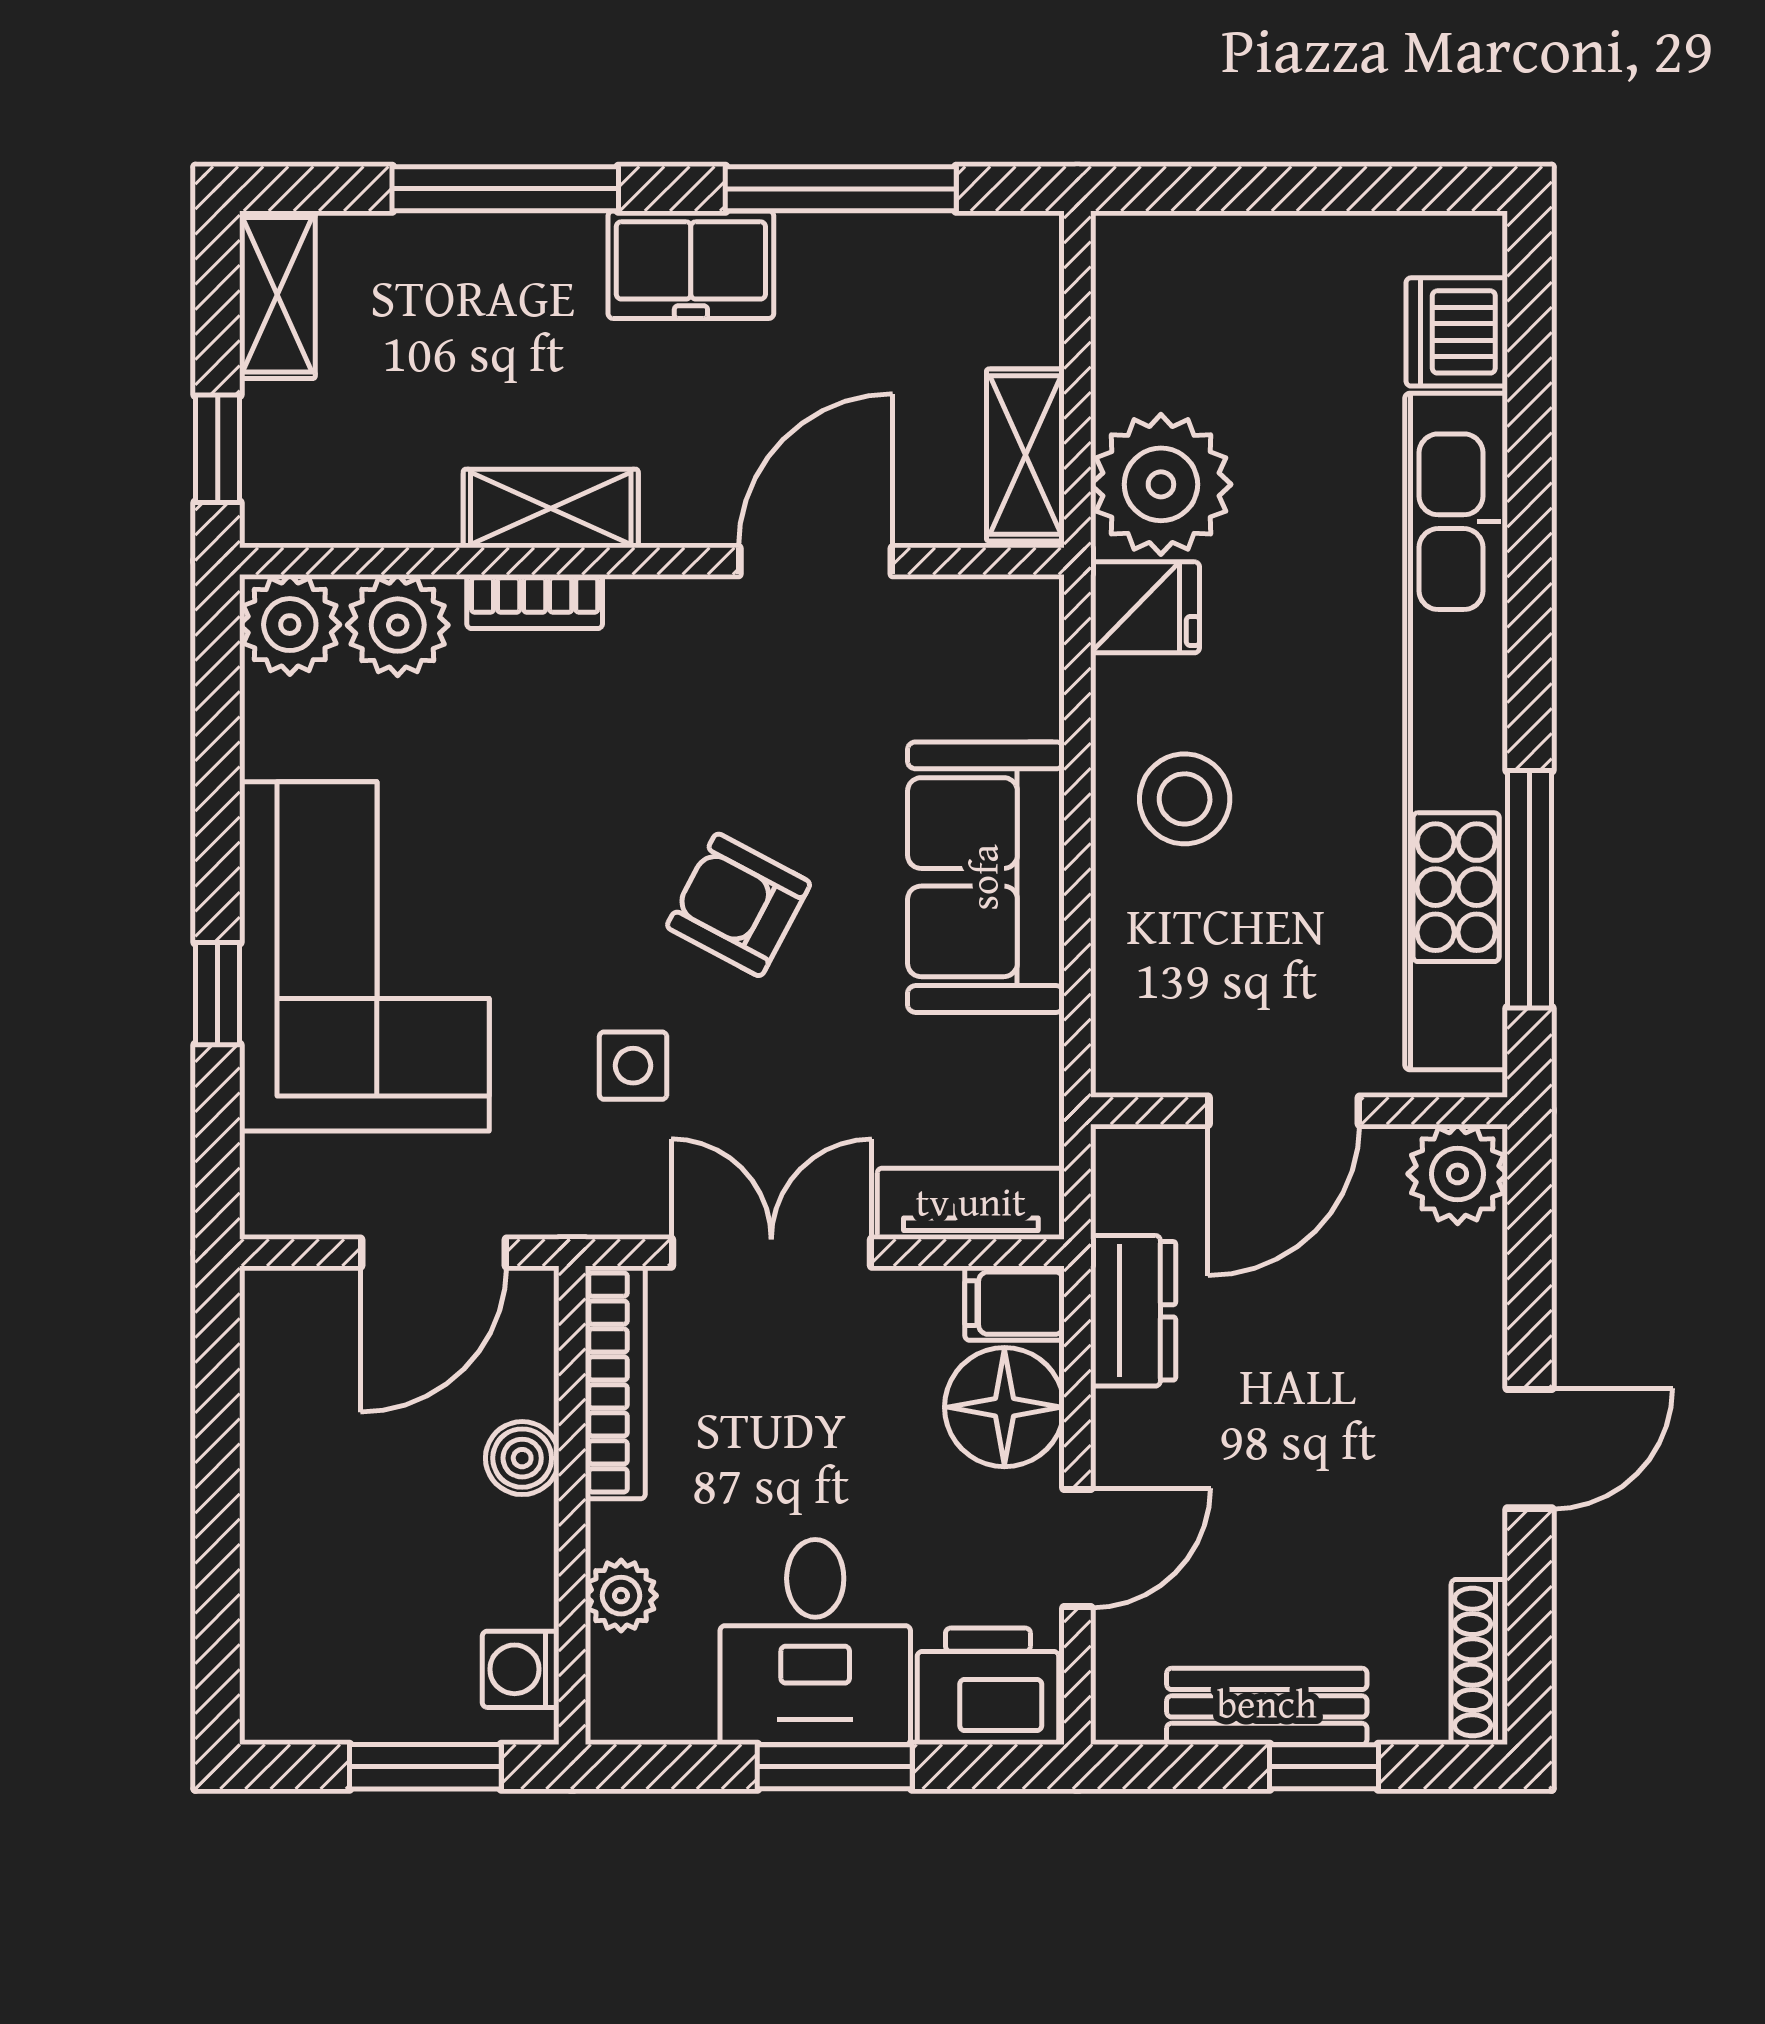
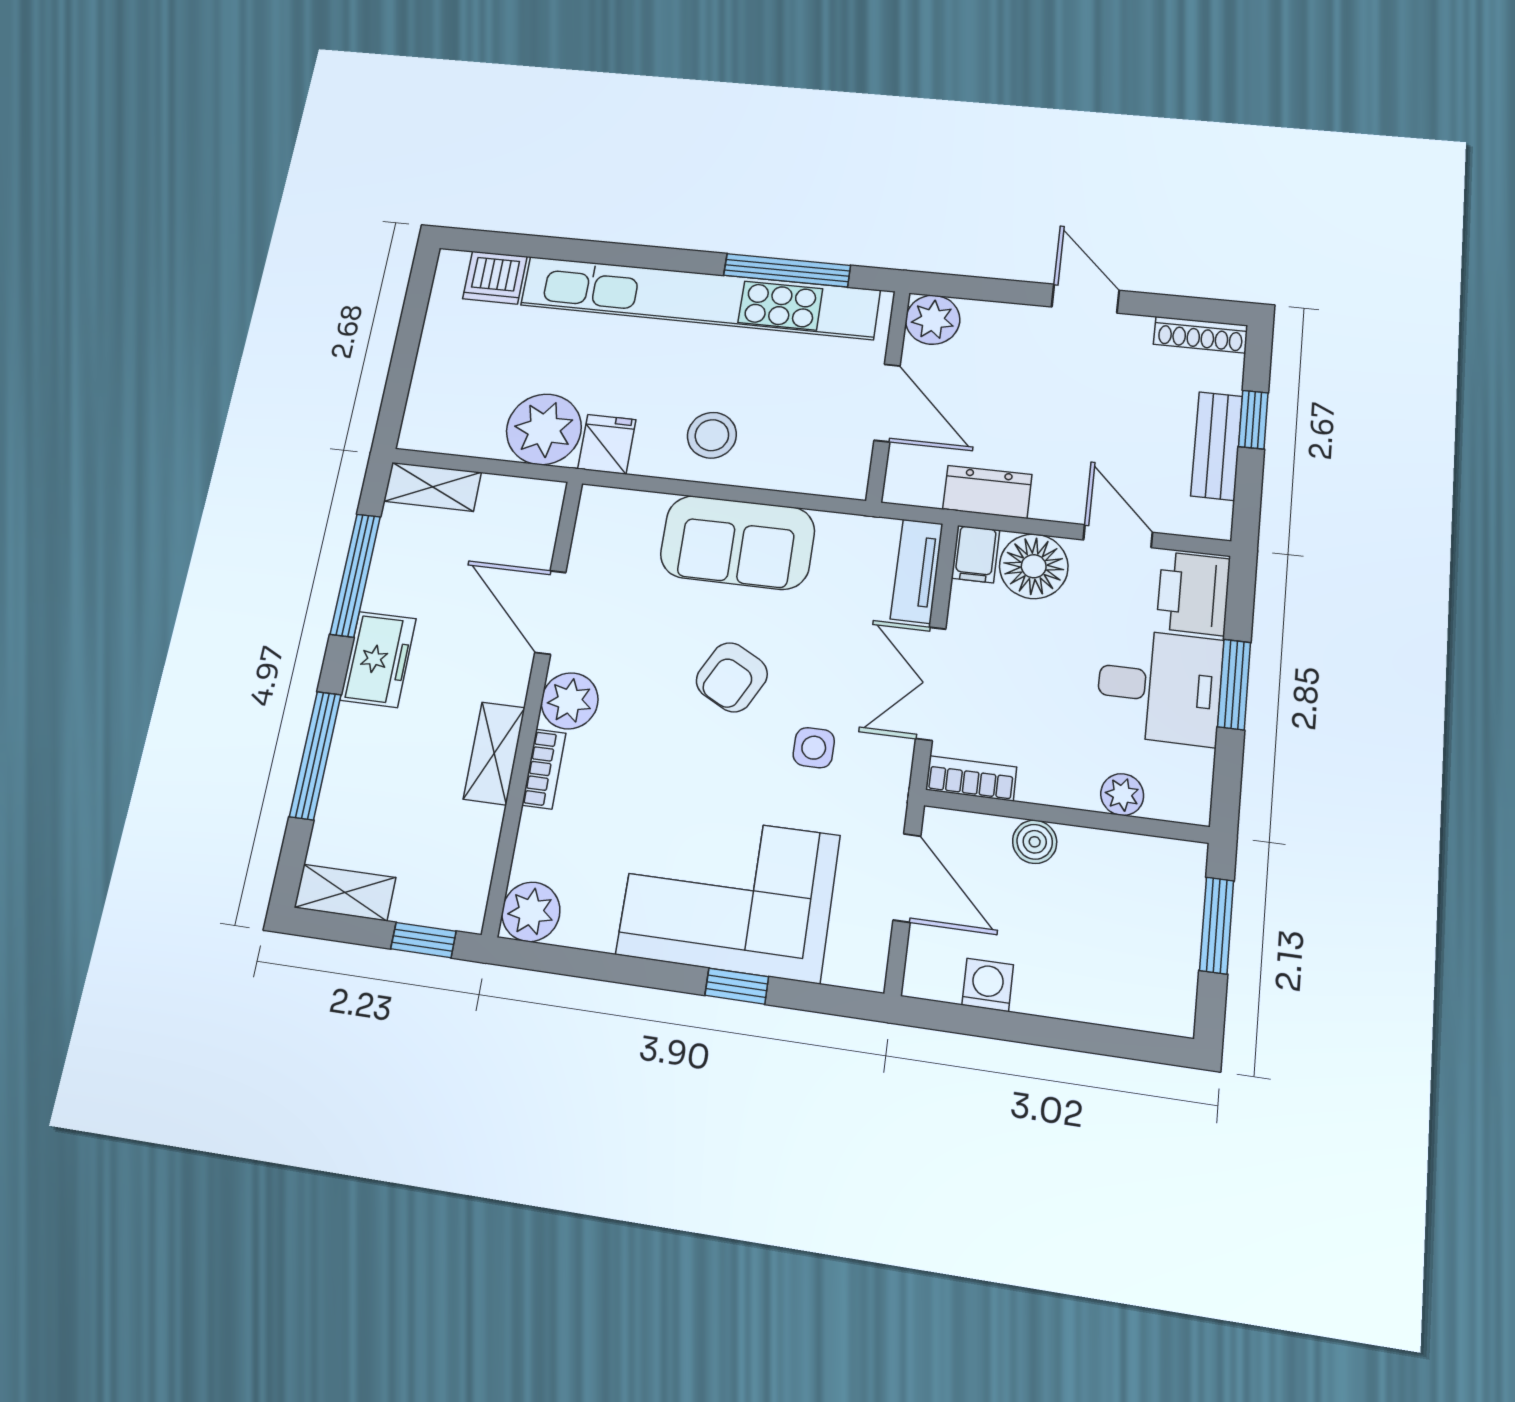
shelving: (1025, 455) -> (433, 487), moved
plant: (398, 625) -> (570, 701), moved
bookcase: (615, 1382) -> (971, 778), width x0.64
washing machine: (521, 1669) -> (988, 985), moved, turned 180

